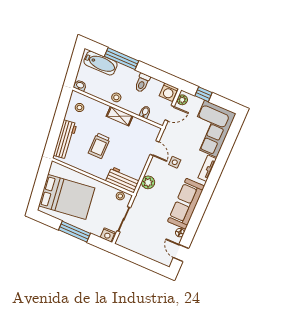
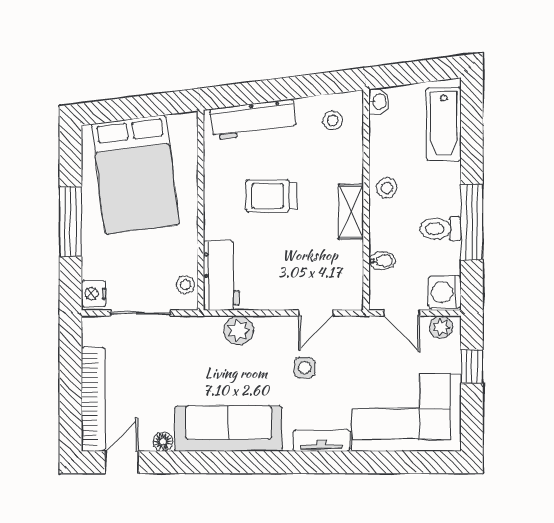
window: (121, 59) -> (472, 222), moved
bookcase: (150, 253) -> (93, 399), added

